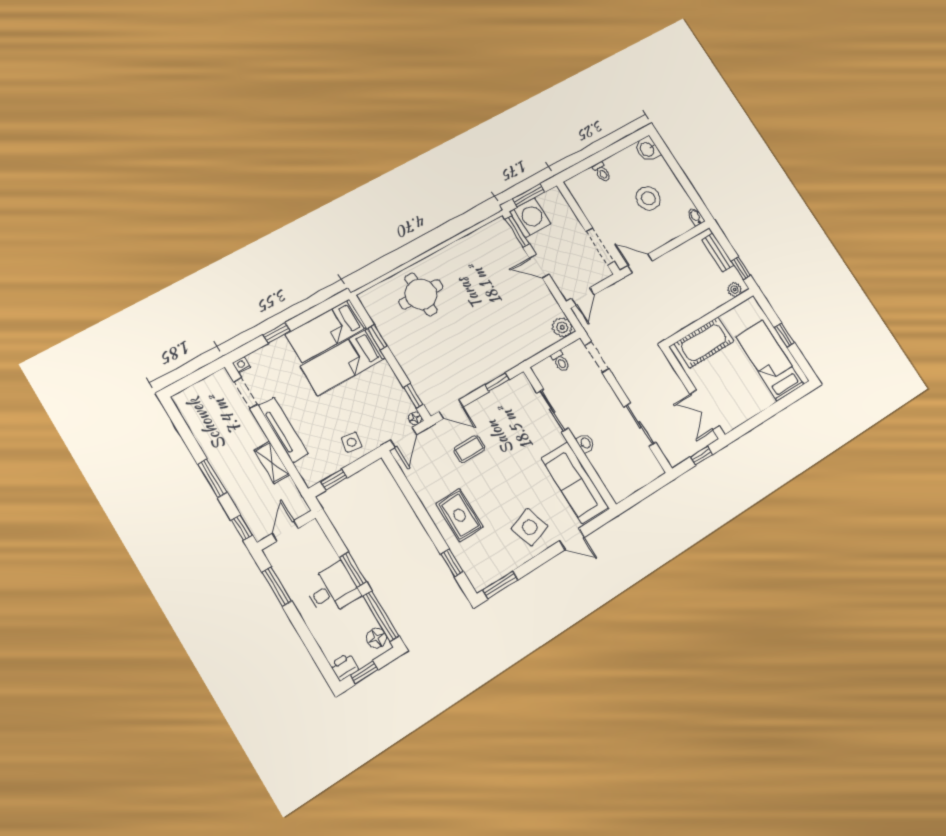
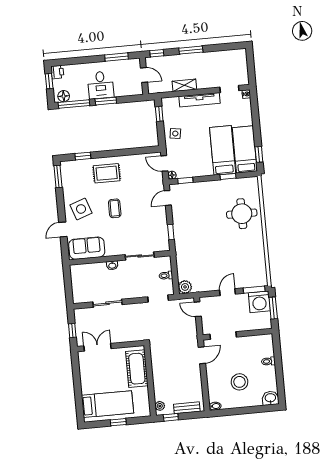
window: (277, 333) -> (259, 154), moved
coffee table: (469, 449) -> (115, 208), moved
sofa: (575, 483) -> (87, 248), width x0.73

